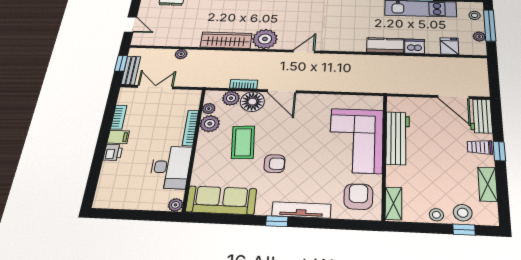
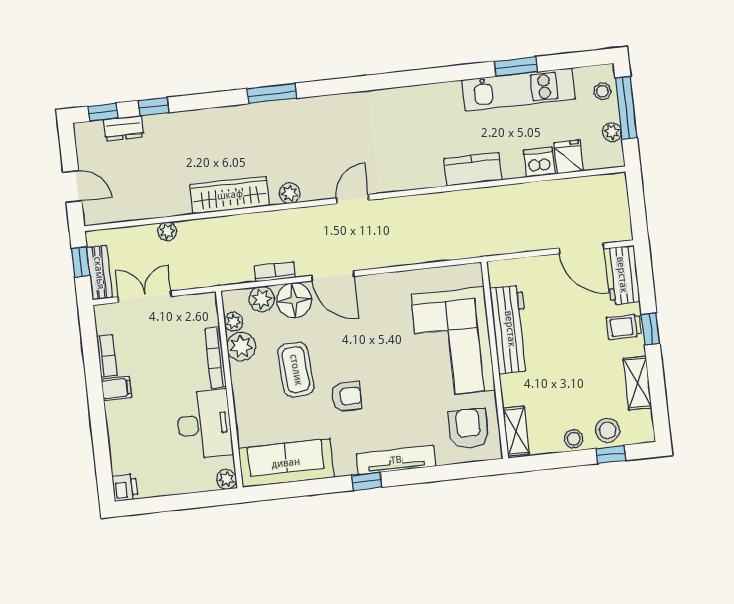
plant: (265, 39) -> (290, 193), width x0.53, depth x0.53
dishwasher: (415, 46) -> (539, 162), moved
printer: (113, 152) -> (125, 488), moved

